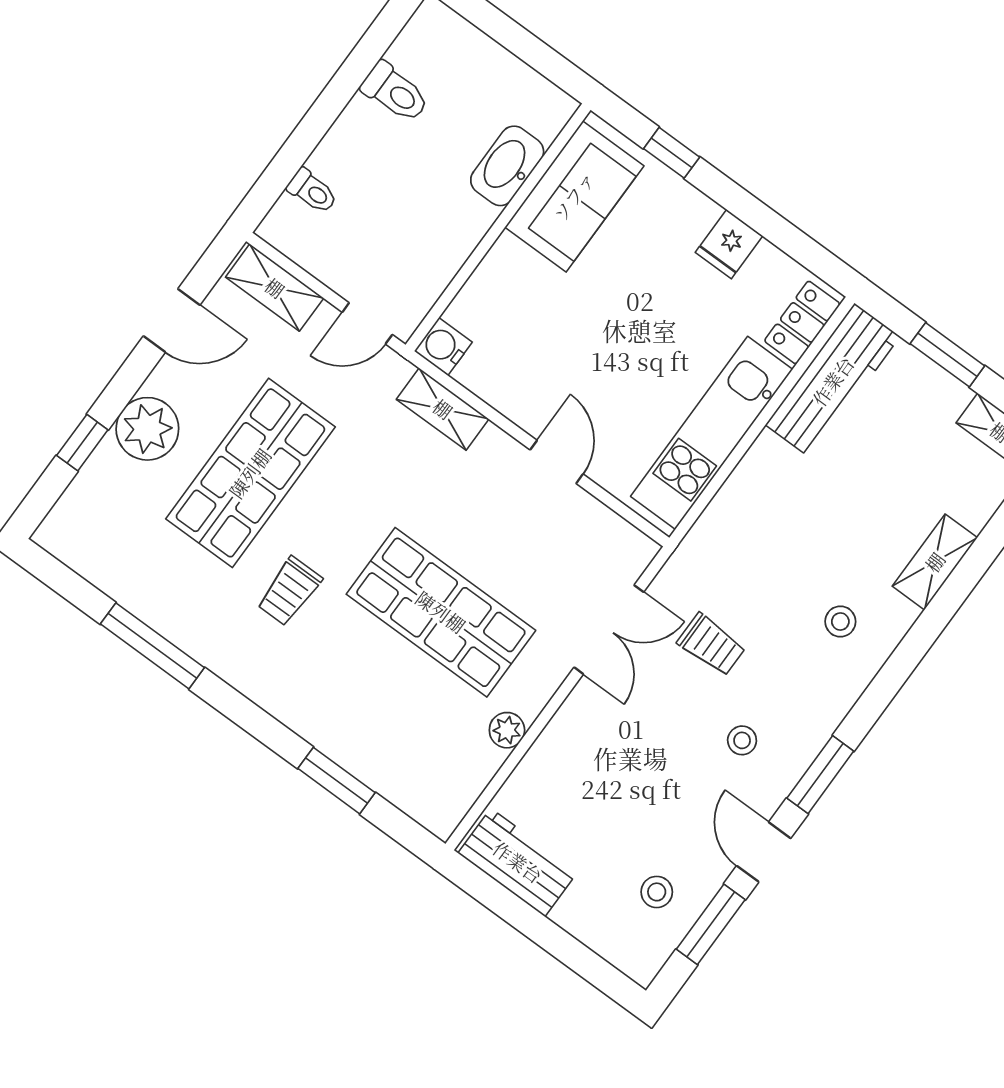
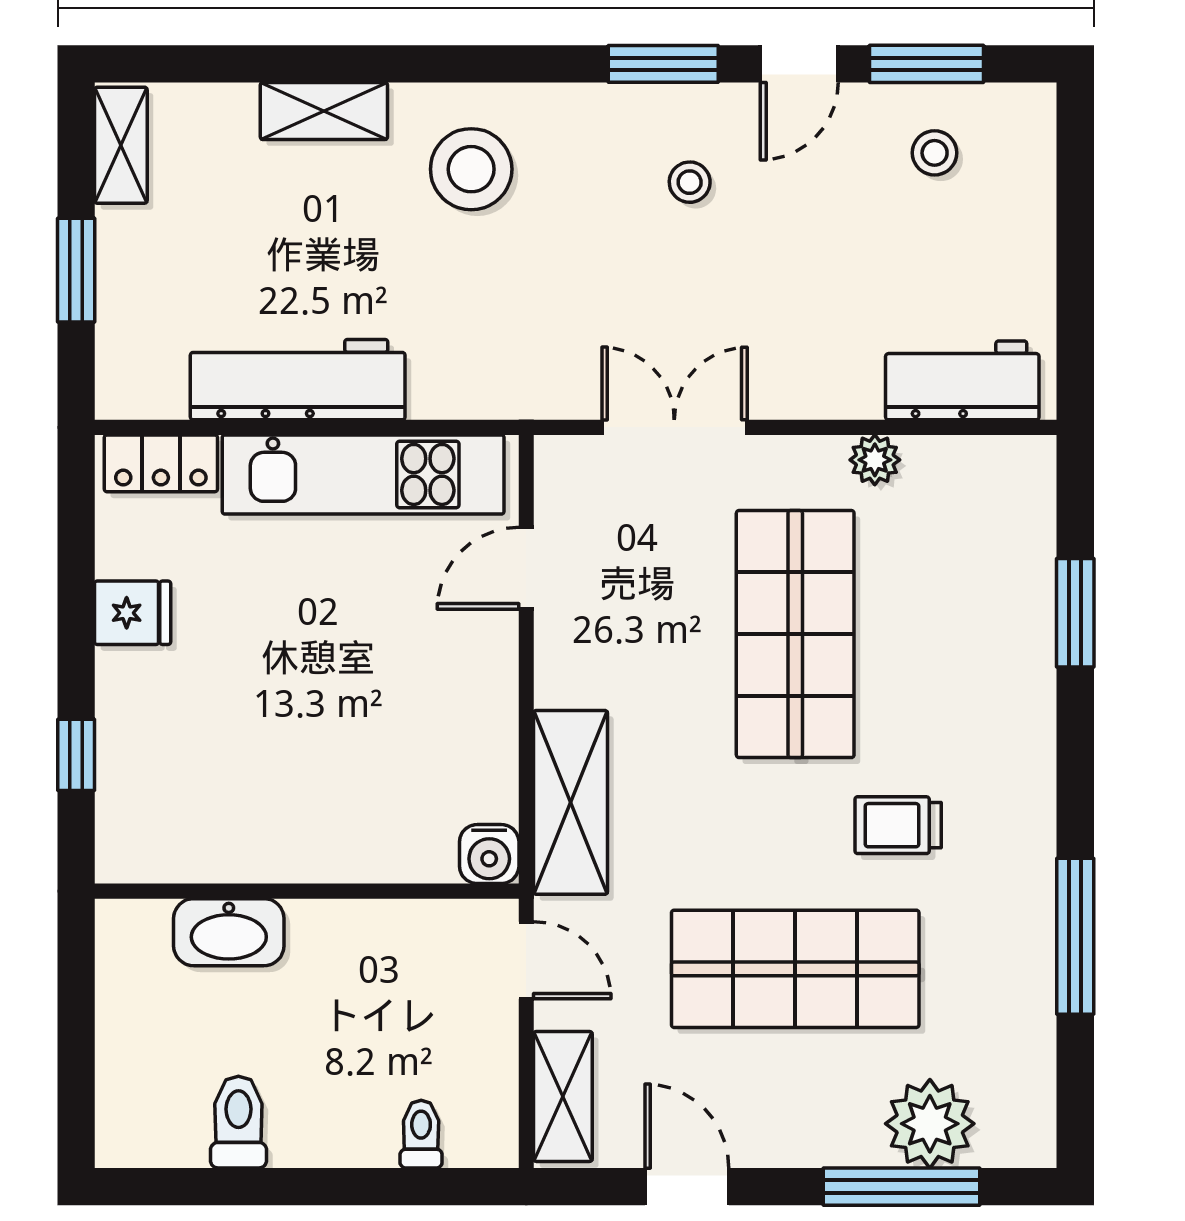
sofa: (574, 196) -> (208, 830), removed
workbench: (833, 381) -> (298, 380), moved
shelving: (443, 409) -> (571, 802), width x1.50, depth x1.33
plant: (147, 429) -> (930, 1124), moved
window: (82, 443) -> (901, 1187), width x2.17
door: (557, 462) -> (526, 568), moved
trolley: (289, 591) -> (898, 825), turned 180
stool: (840, 622) -> (471, 169), width x1.89, depth x1.89
trolley: (711, 645) -> (606, 297), removed
workbench: (518, 862) -> (962, 380), moved, turned 90

